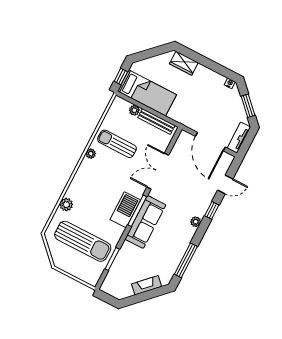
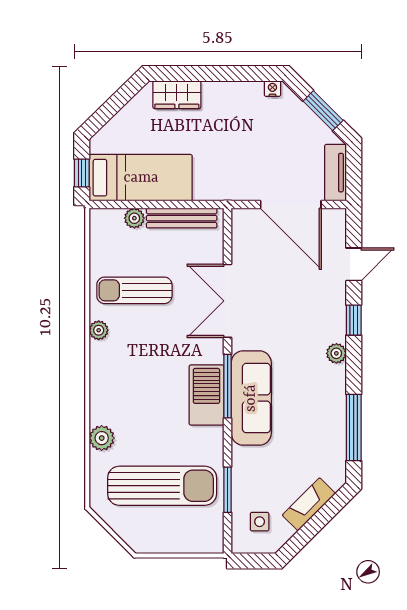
side table: (119, 281) -> (260, 522), added

